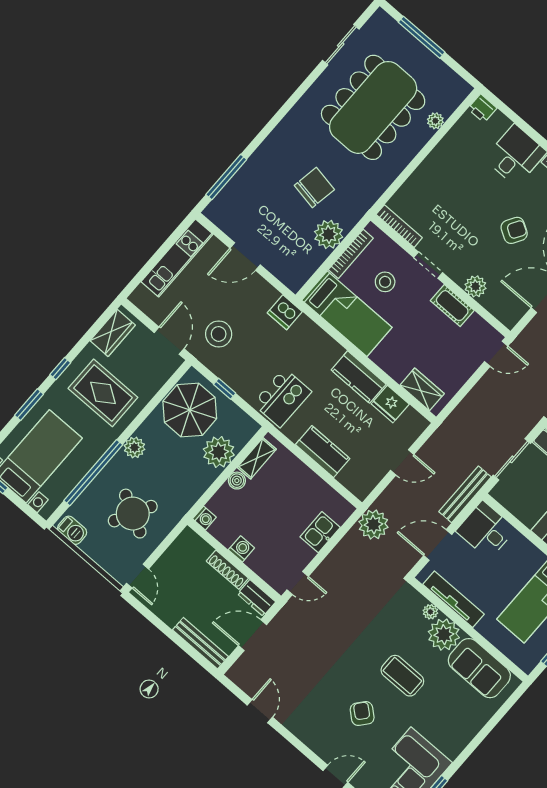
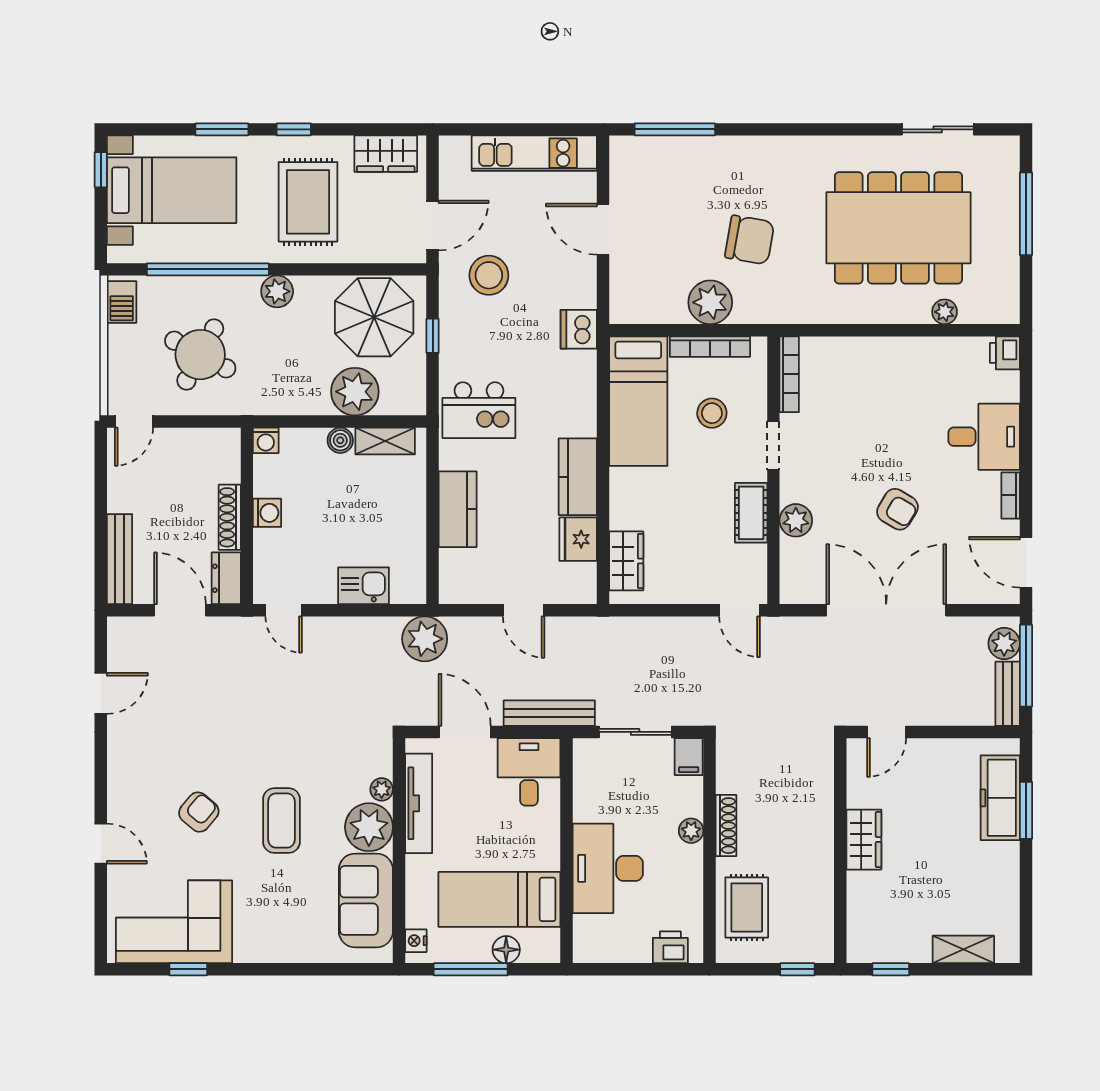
nightstand: (521, 660) -> (416, 941), added

